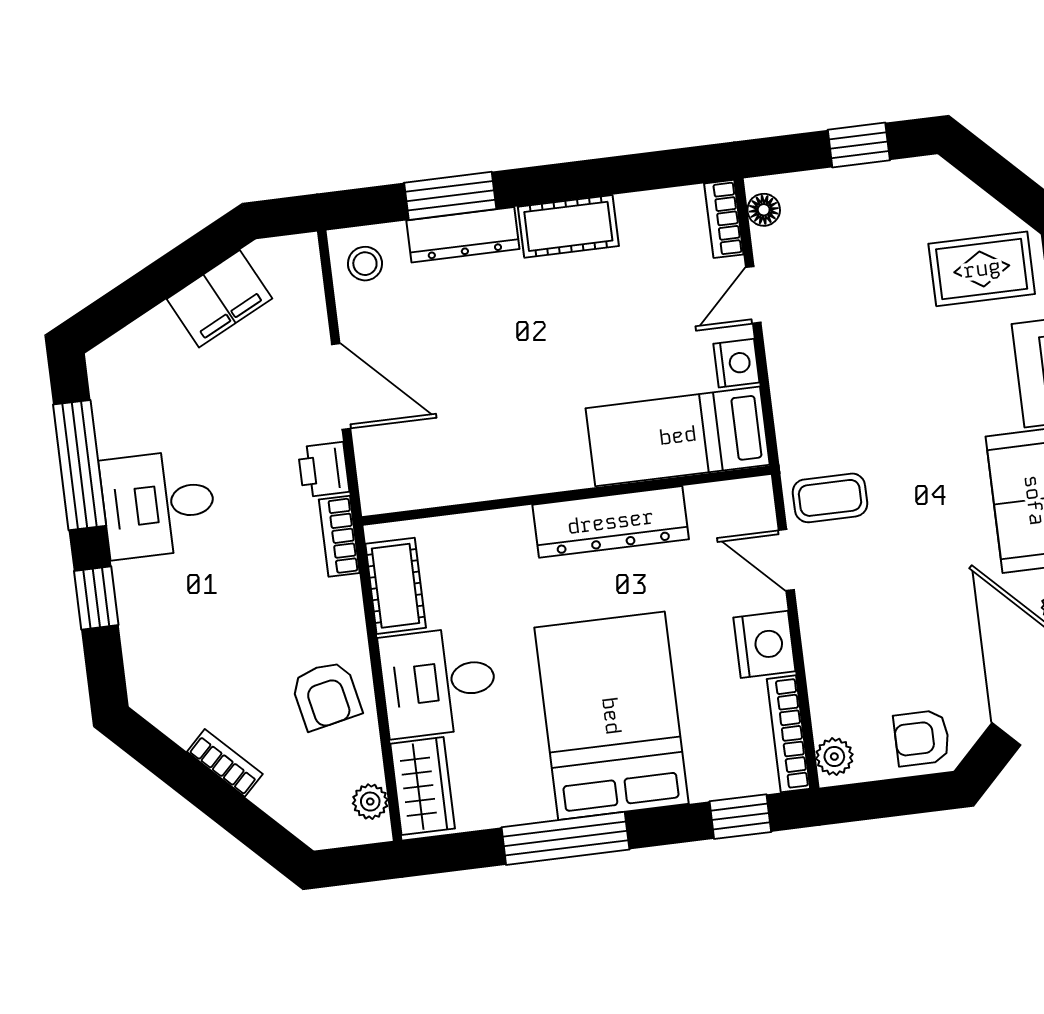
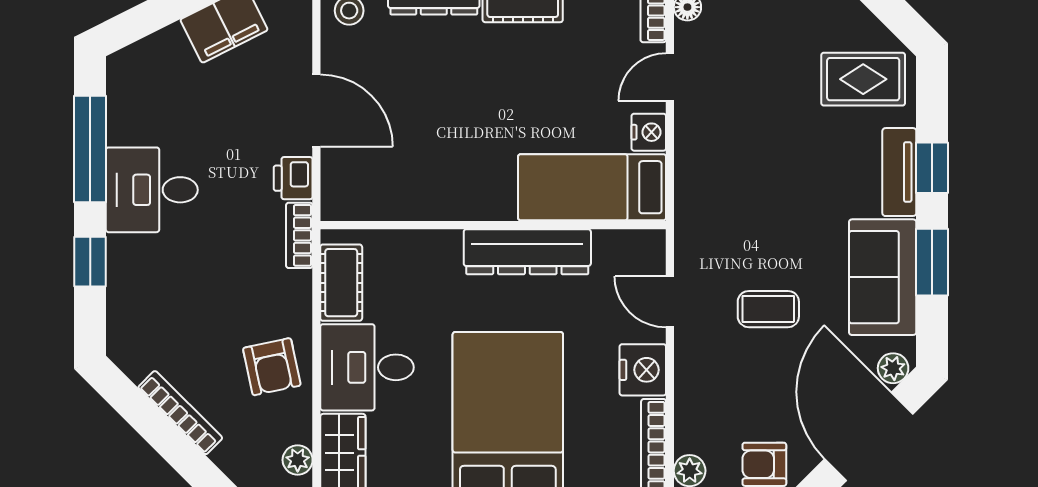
coffee table: (830, 498) -> (768, 309), moved
bookcase: (225, 763) -> (180, 413), width x1.56

